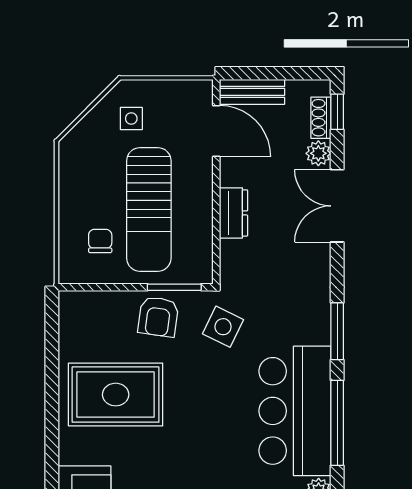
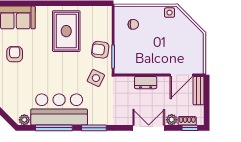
side table: (131, 119) -> (170, 13), moved
sun lounger: (149, 209) -> (147, 46), removed

